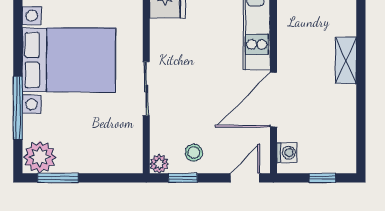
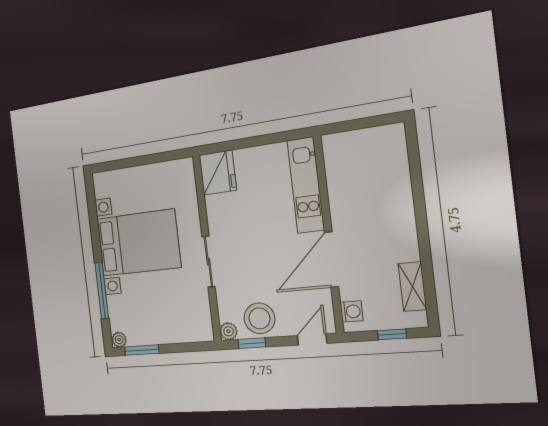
shelving: (346, 60) -> (412, 287), moved
stool: (194, 153) -> (259, 318), width x1.89, depth x1.89
plant: (40, 157) -> (119, 340), width x0.53, depth x0.53

